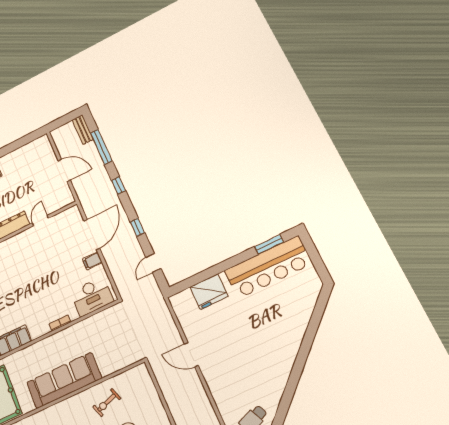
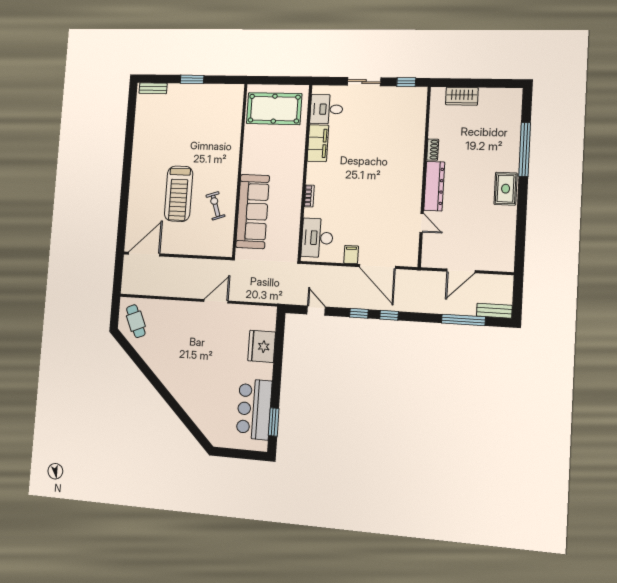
window: (119, 185) -> (389, 315), moved
bar counter: (268, 267) -> (254, 409), width x0.73
sofa: (64, 380) -> (253, 211), moved

